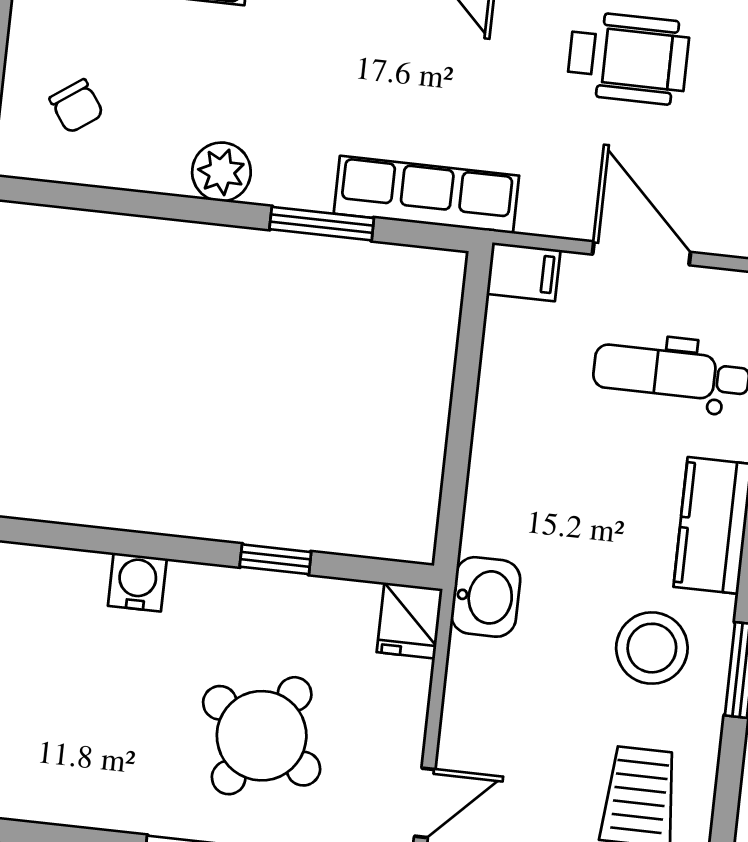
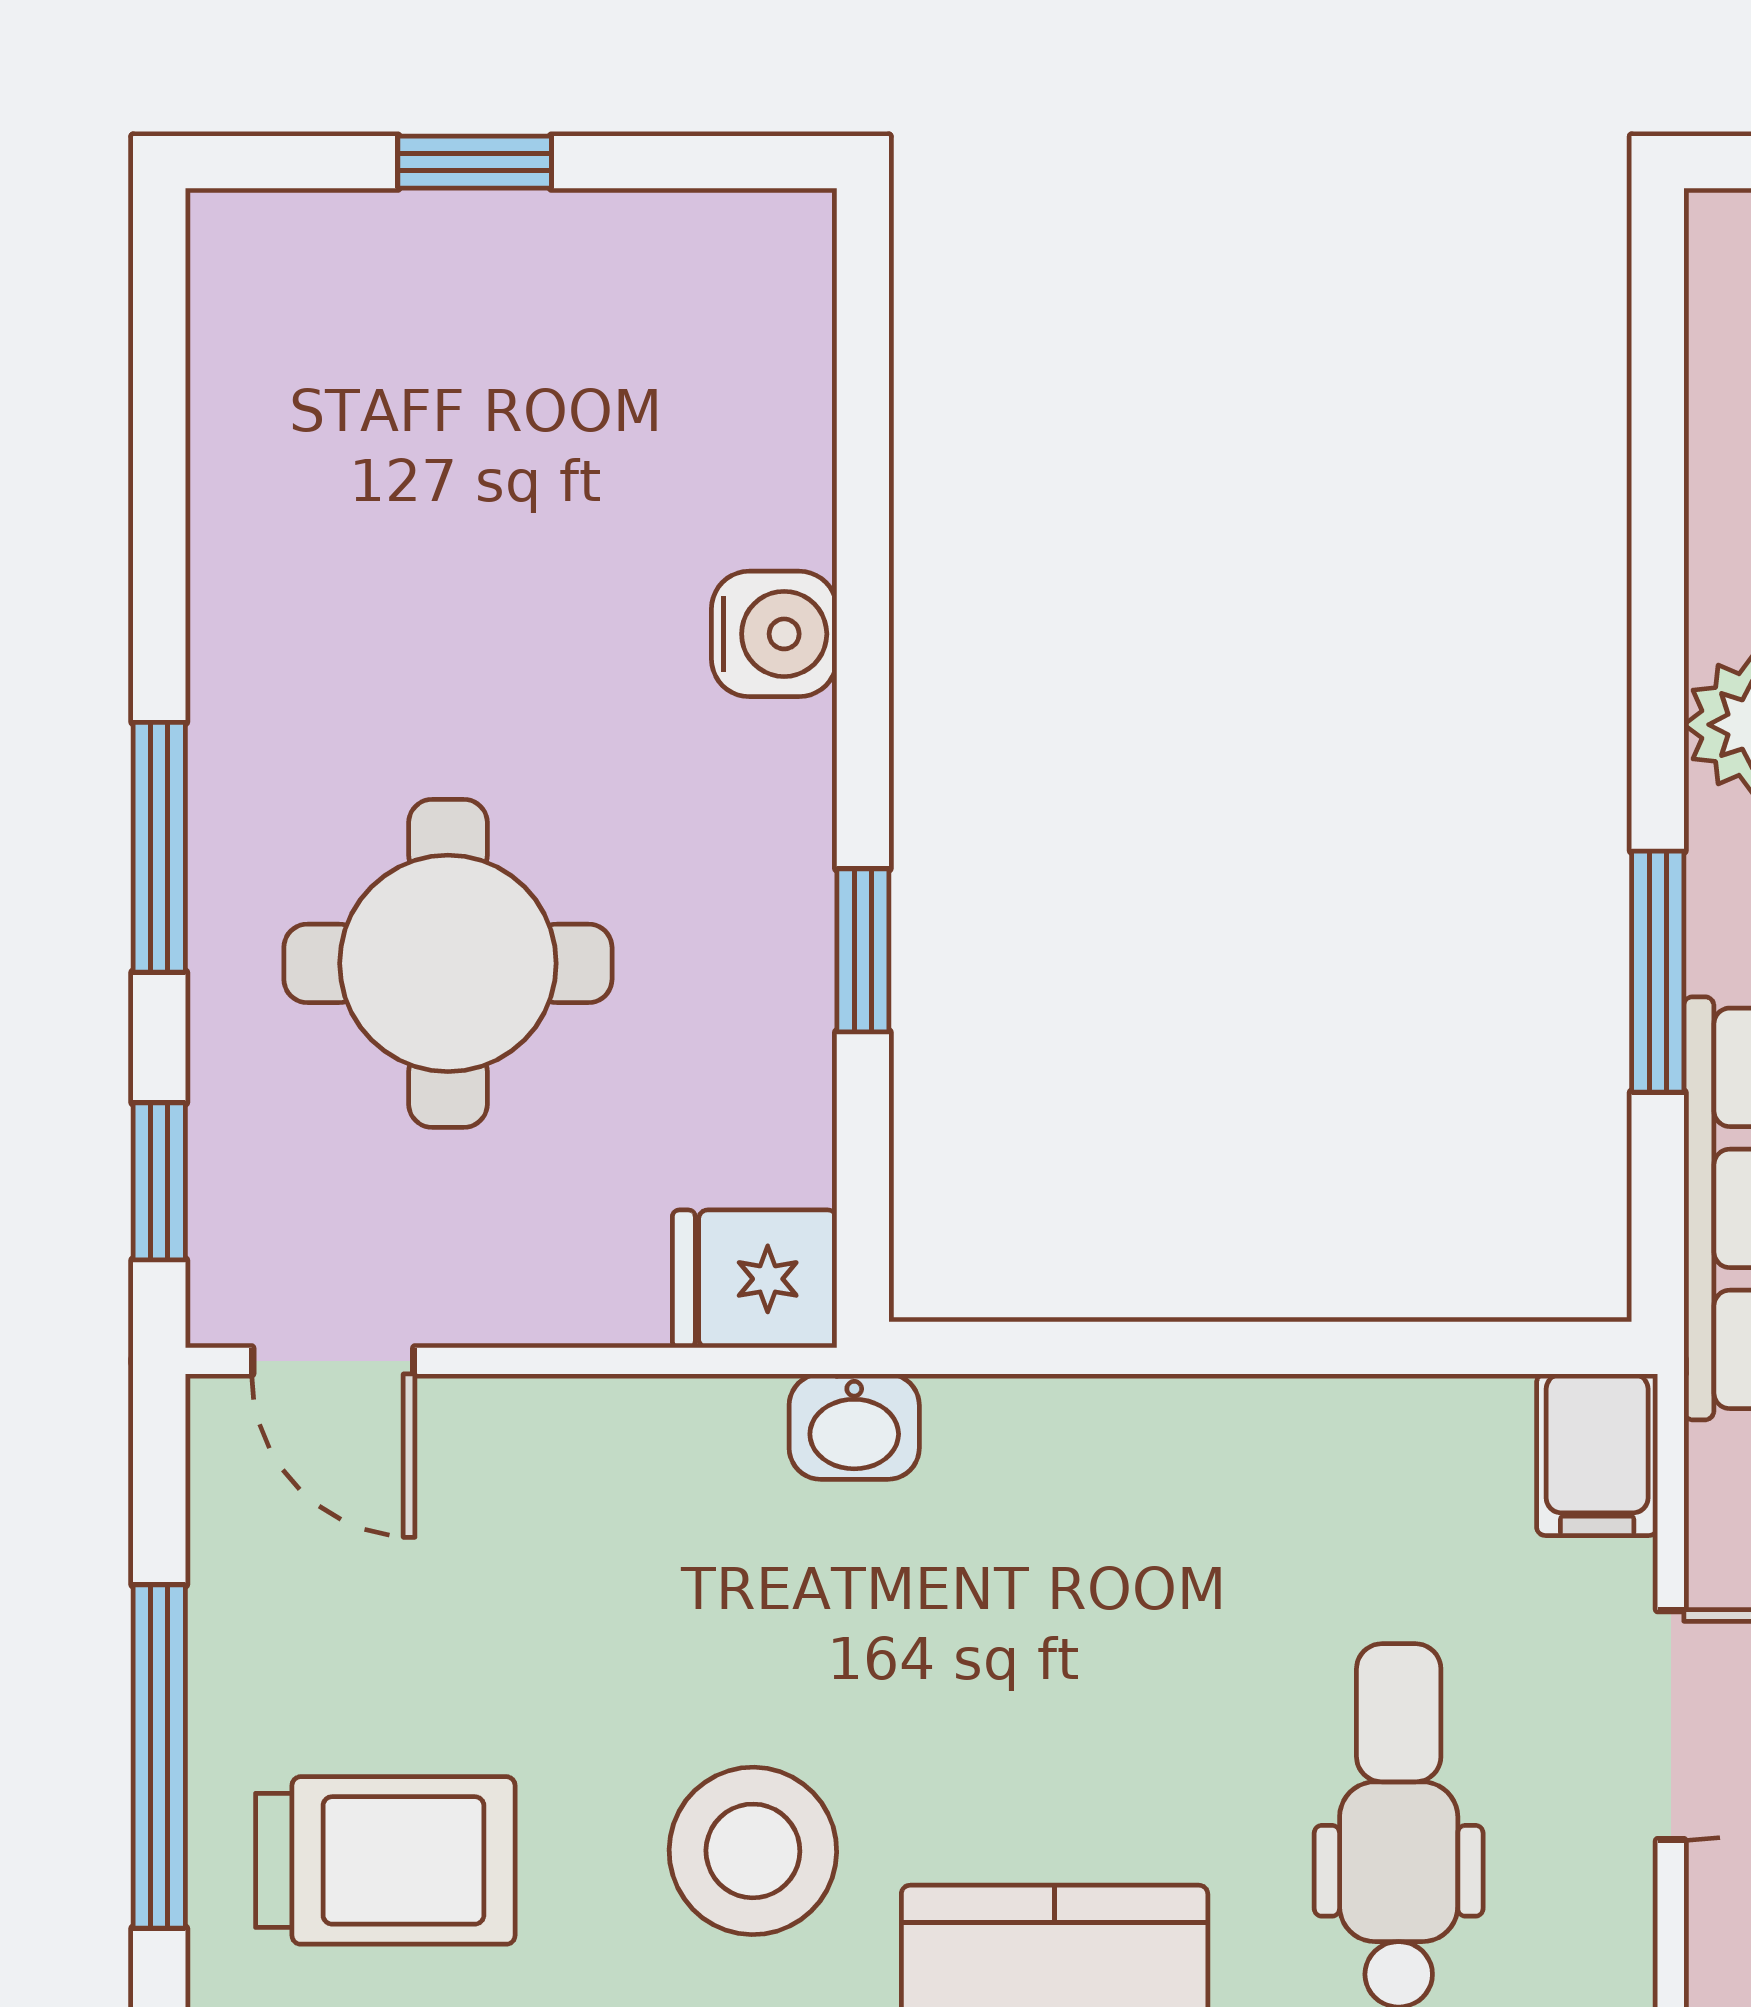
washbasin: (486, 597) -> (854, 1427), width x0.72, depth x0.69
round table: (262, 736) -> (448, 963), turned -32

